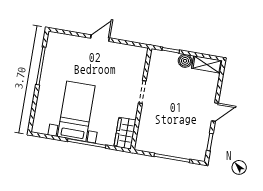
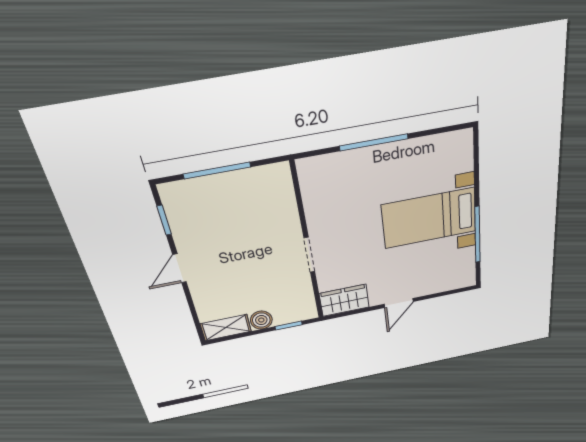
bed with nightstands: (76, 111) -> (429, 218), moved, turned 90
wardrobe: (125, 133) -> (344, 300), moved, turned -90

